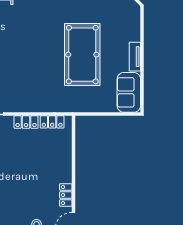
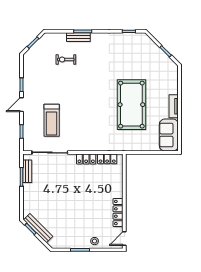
locker: (66, 195) -> (118, 213), width x1.53

